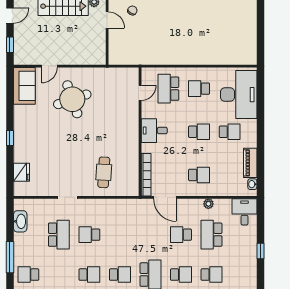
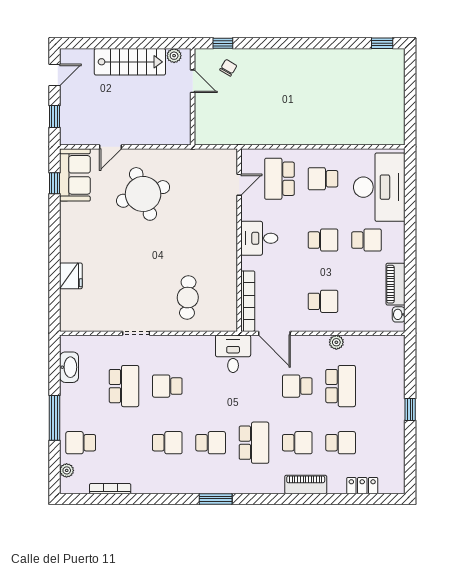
window: (10, 138) -> (55, 183), moved
fridge: (21, 172) -> (71, 276), moved
desk: (244, 212) -> (233, 354), moved
school desk: (211, 235) -> (341, 386), turned 180

